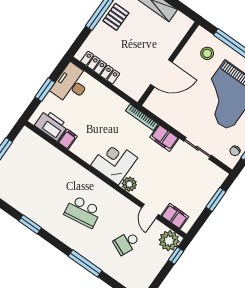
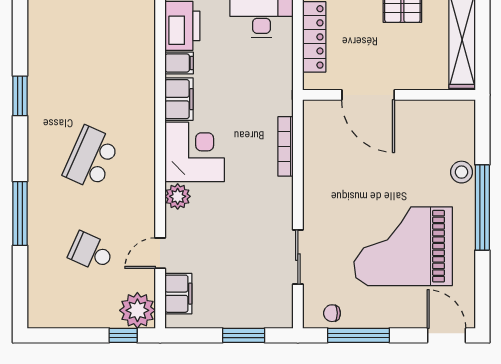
stool: (207, 53) -> (462, 172), moved
wall: (168, 64) -> (389, 95), moved
door: (161, 73) -> (368, 95), moved
filing cabinet: (164, 138) -> (179, 99), moved, turned 180
school desk: (83, 212) -> (91, 158), turned 33

